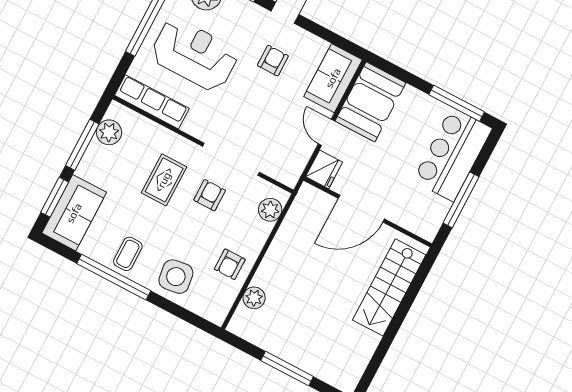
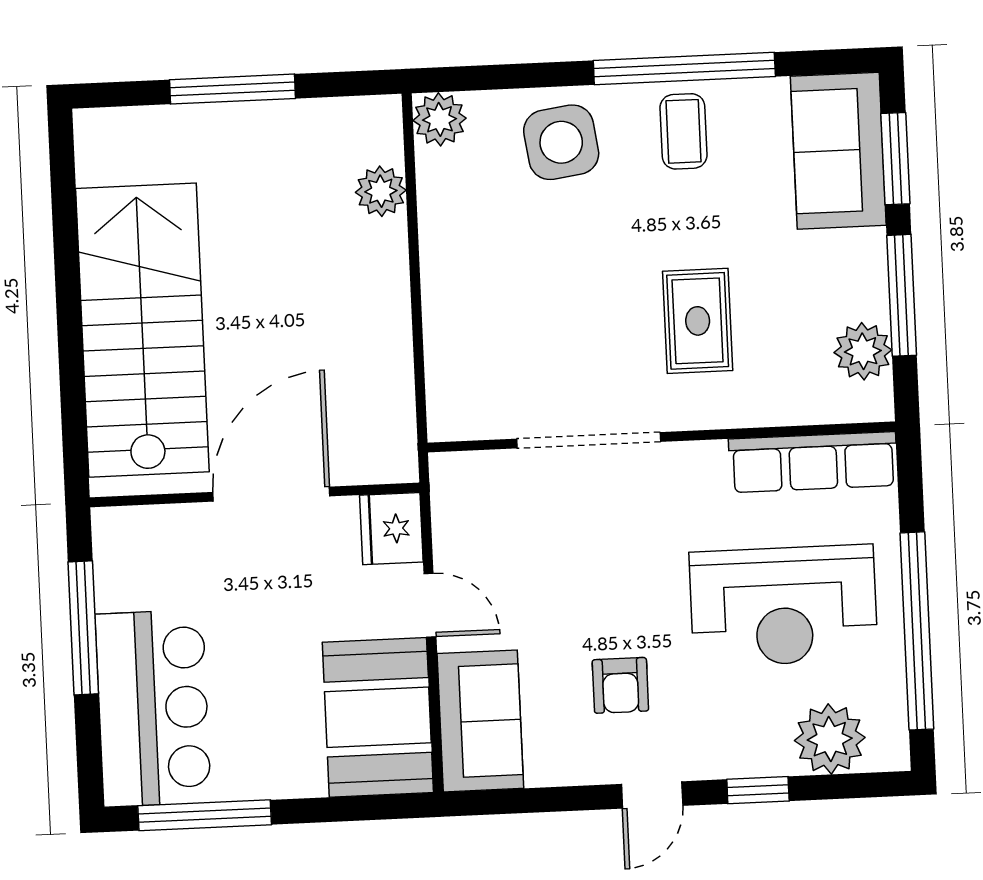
armchair: (210, 195) -> (589, 344), removed
plant: (270, 210) -> (439, 119), moved
armchair: (230, 264) -> (468, 230), removed
stairs: (389, 287) -> (142, 330), width x1.36, depth x1.51

